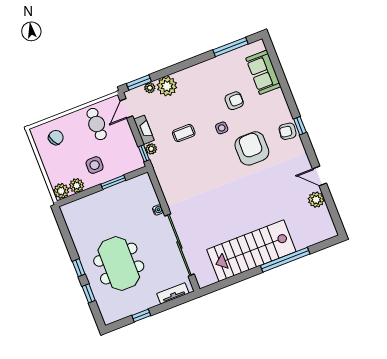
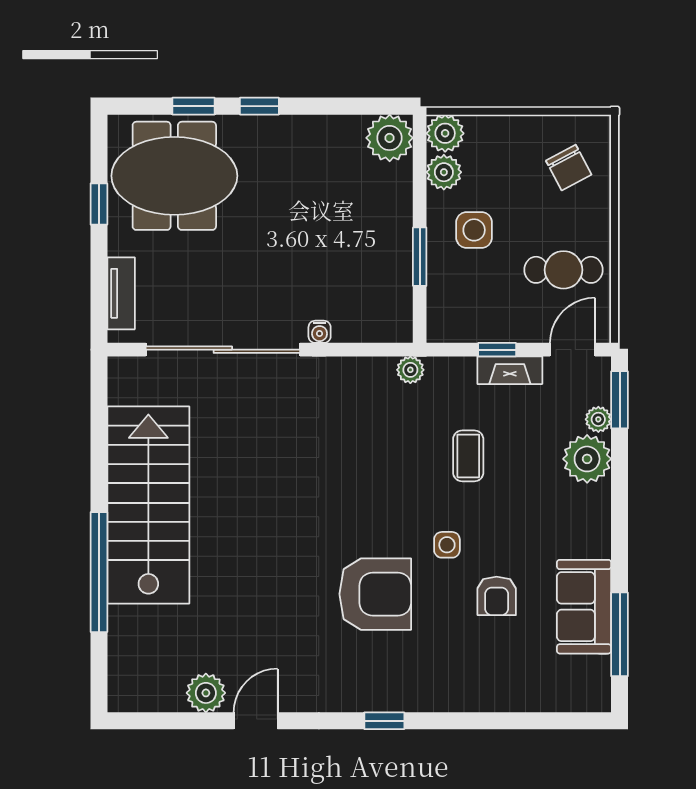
sofa: (263, 72) -> (584, 607), moved, turned -90
door: (126, 108) -> (573, 350), hinge flipped
armchair: (288, 131) -> (383, 688), removed
plant: (151, 149) -> (410, 370), moved
window: (144, 153) -> (497, 350), moved
plant: (71, 212) -> (390, 138), added
meeting table: (119, 264) -> (174, 176), moved

